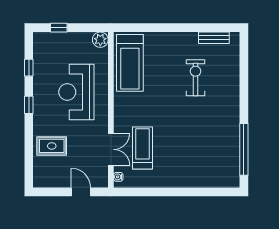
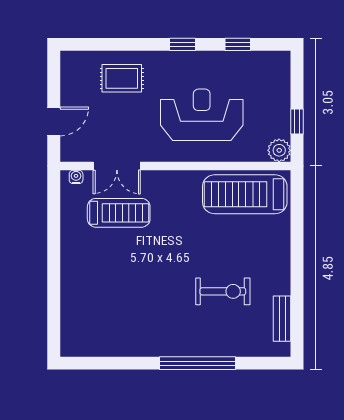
window: (59, 28) -> (297, 122), moved
rug: (52, 146) -> (122, 78), turned 90
window: (244, 149) -> (198, 363), moved

